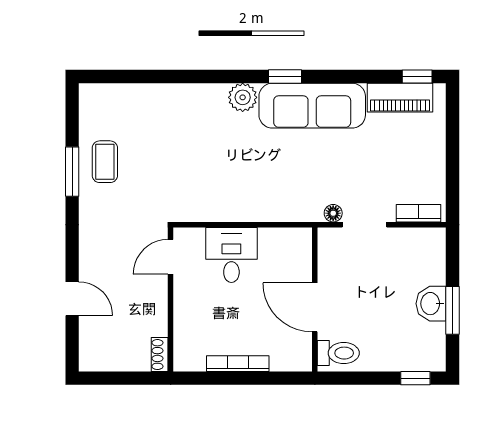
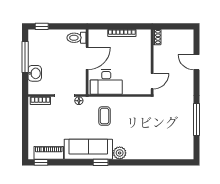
coffee table: (105, 162) -> (104, 116), moved
window: (72, 172) -> (196, 119), width x1.44
desk: (231, 255) -> (106, 82), moved, width x1.37
washbasin: (431, 304) -> (35, 73), moved
door: (315, 307) -> (87, 58), hinge flipped
window: (453, 310) -> (25, 57), width x1.44

